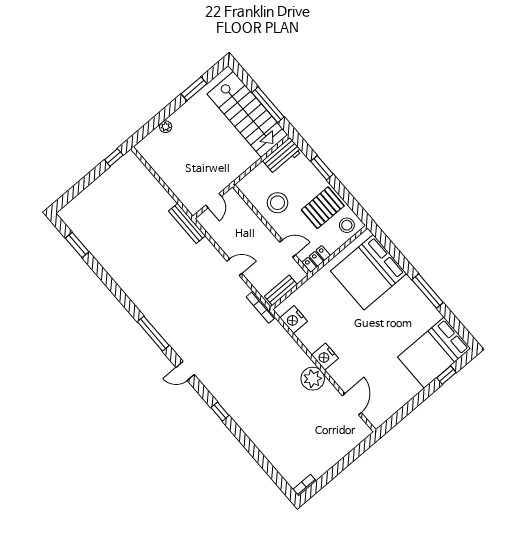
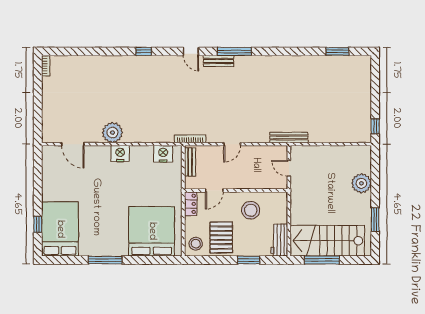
plant: (166, 127) -> (361, 183), width x1.88, depth x1.88
bench: (173, 340) -> (219, 61), added
door: (185, 371) -> (191, 51), swing flipped

